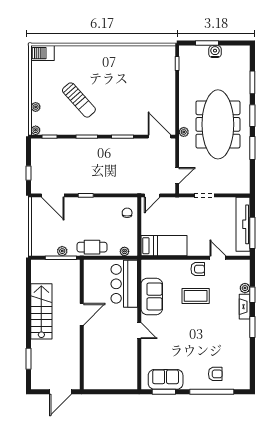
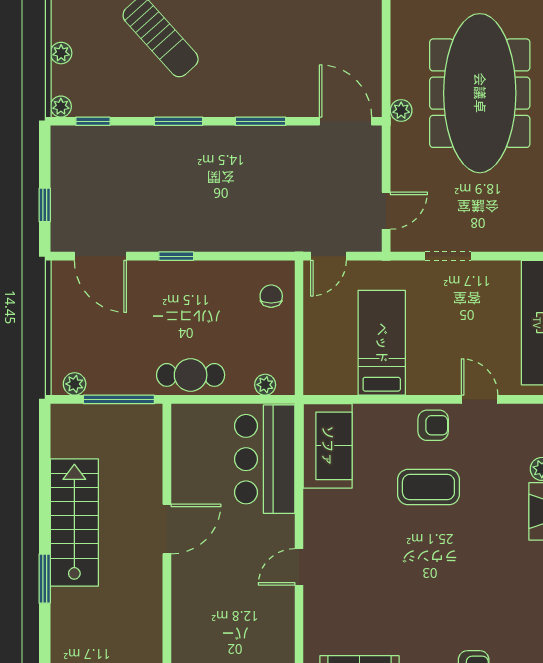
bed: (164, 246) -> (382, 343), moved, turned -90
plant: (62, 251) -> (75, 384), moved
sofa: (152, 296) -> (328, 446), moved
door: (139, 331) -> (299, 567), swing flipped
window: (28, 359) -> (45, 579), moved

